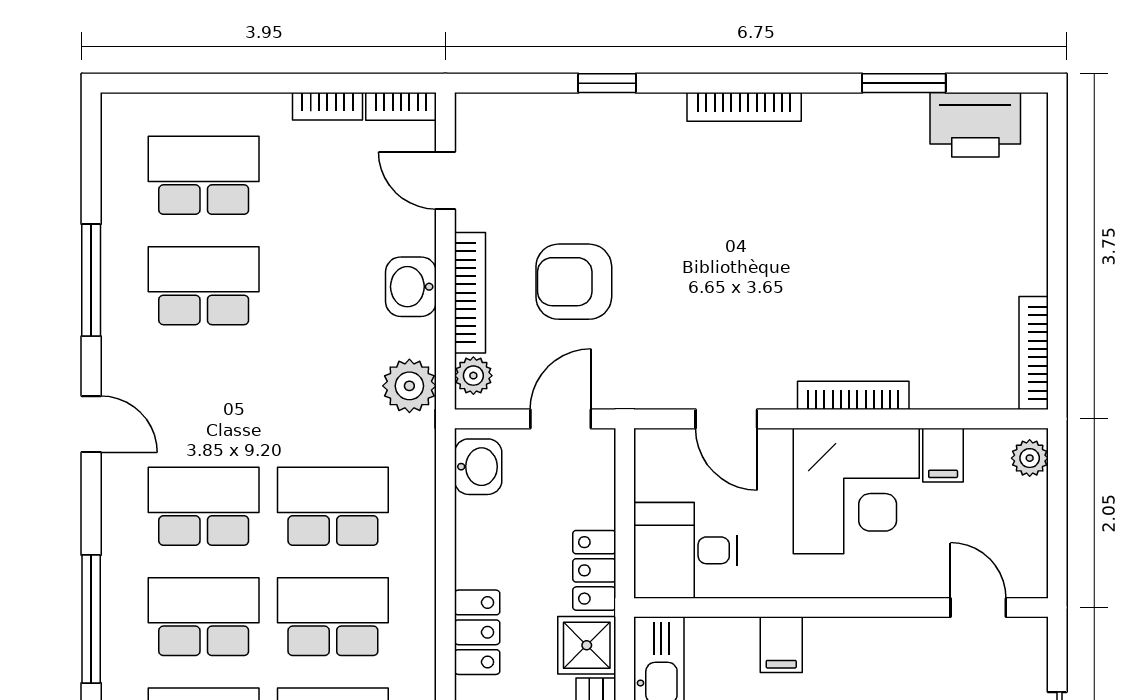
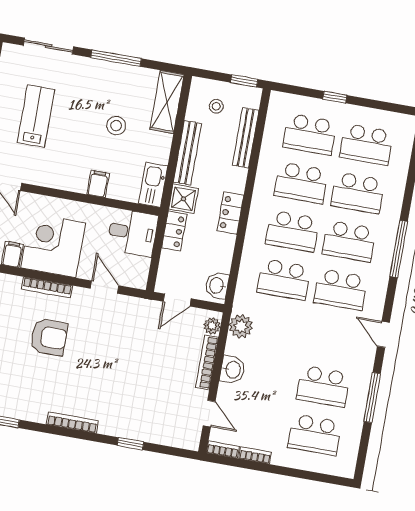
armchair: (574, 282) -> (49, 337), moved

